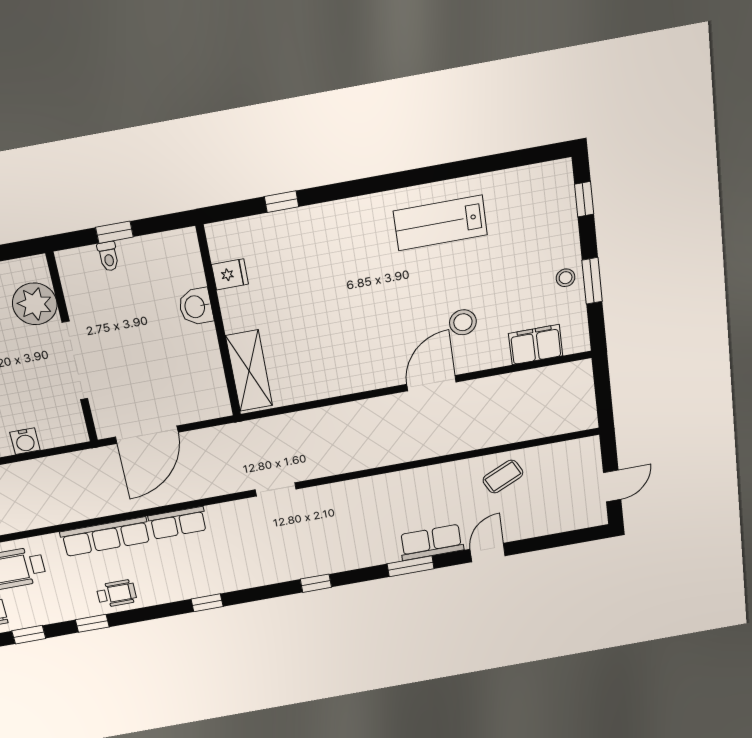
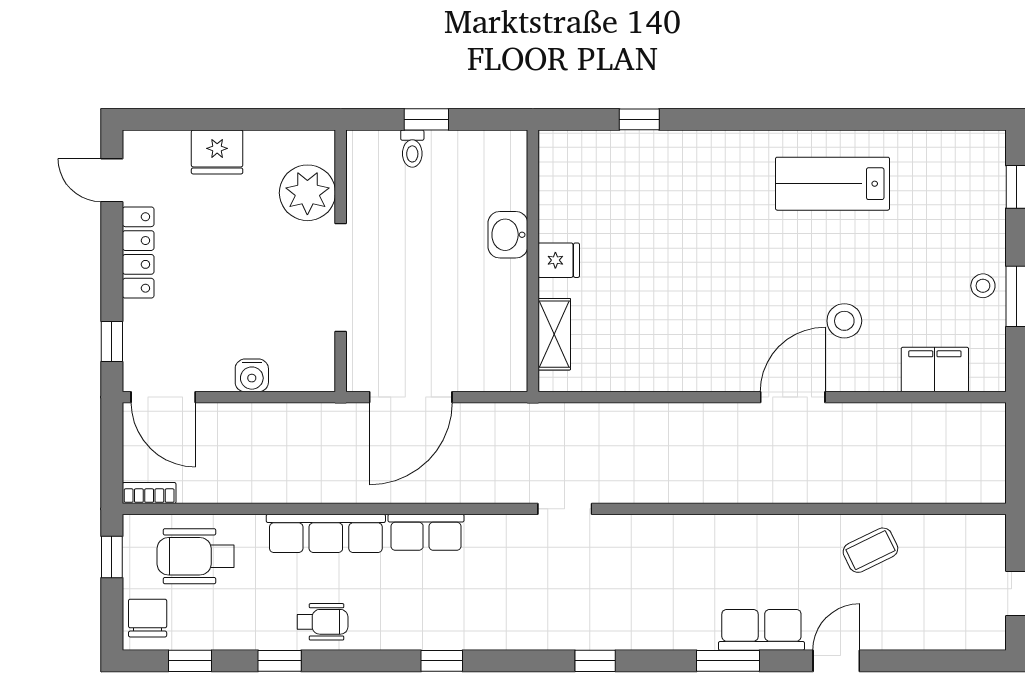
fridge: (230, 274) -> (559, 260), moved
shelving: (249, 371) -> (554, 334), width x0.67, depth x0.75

